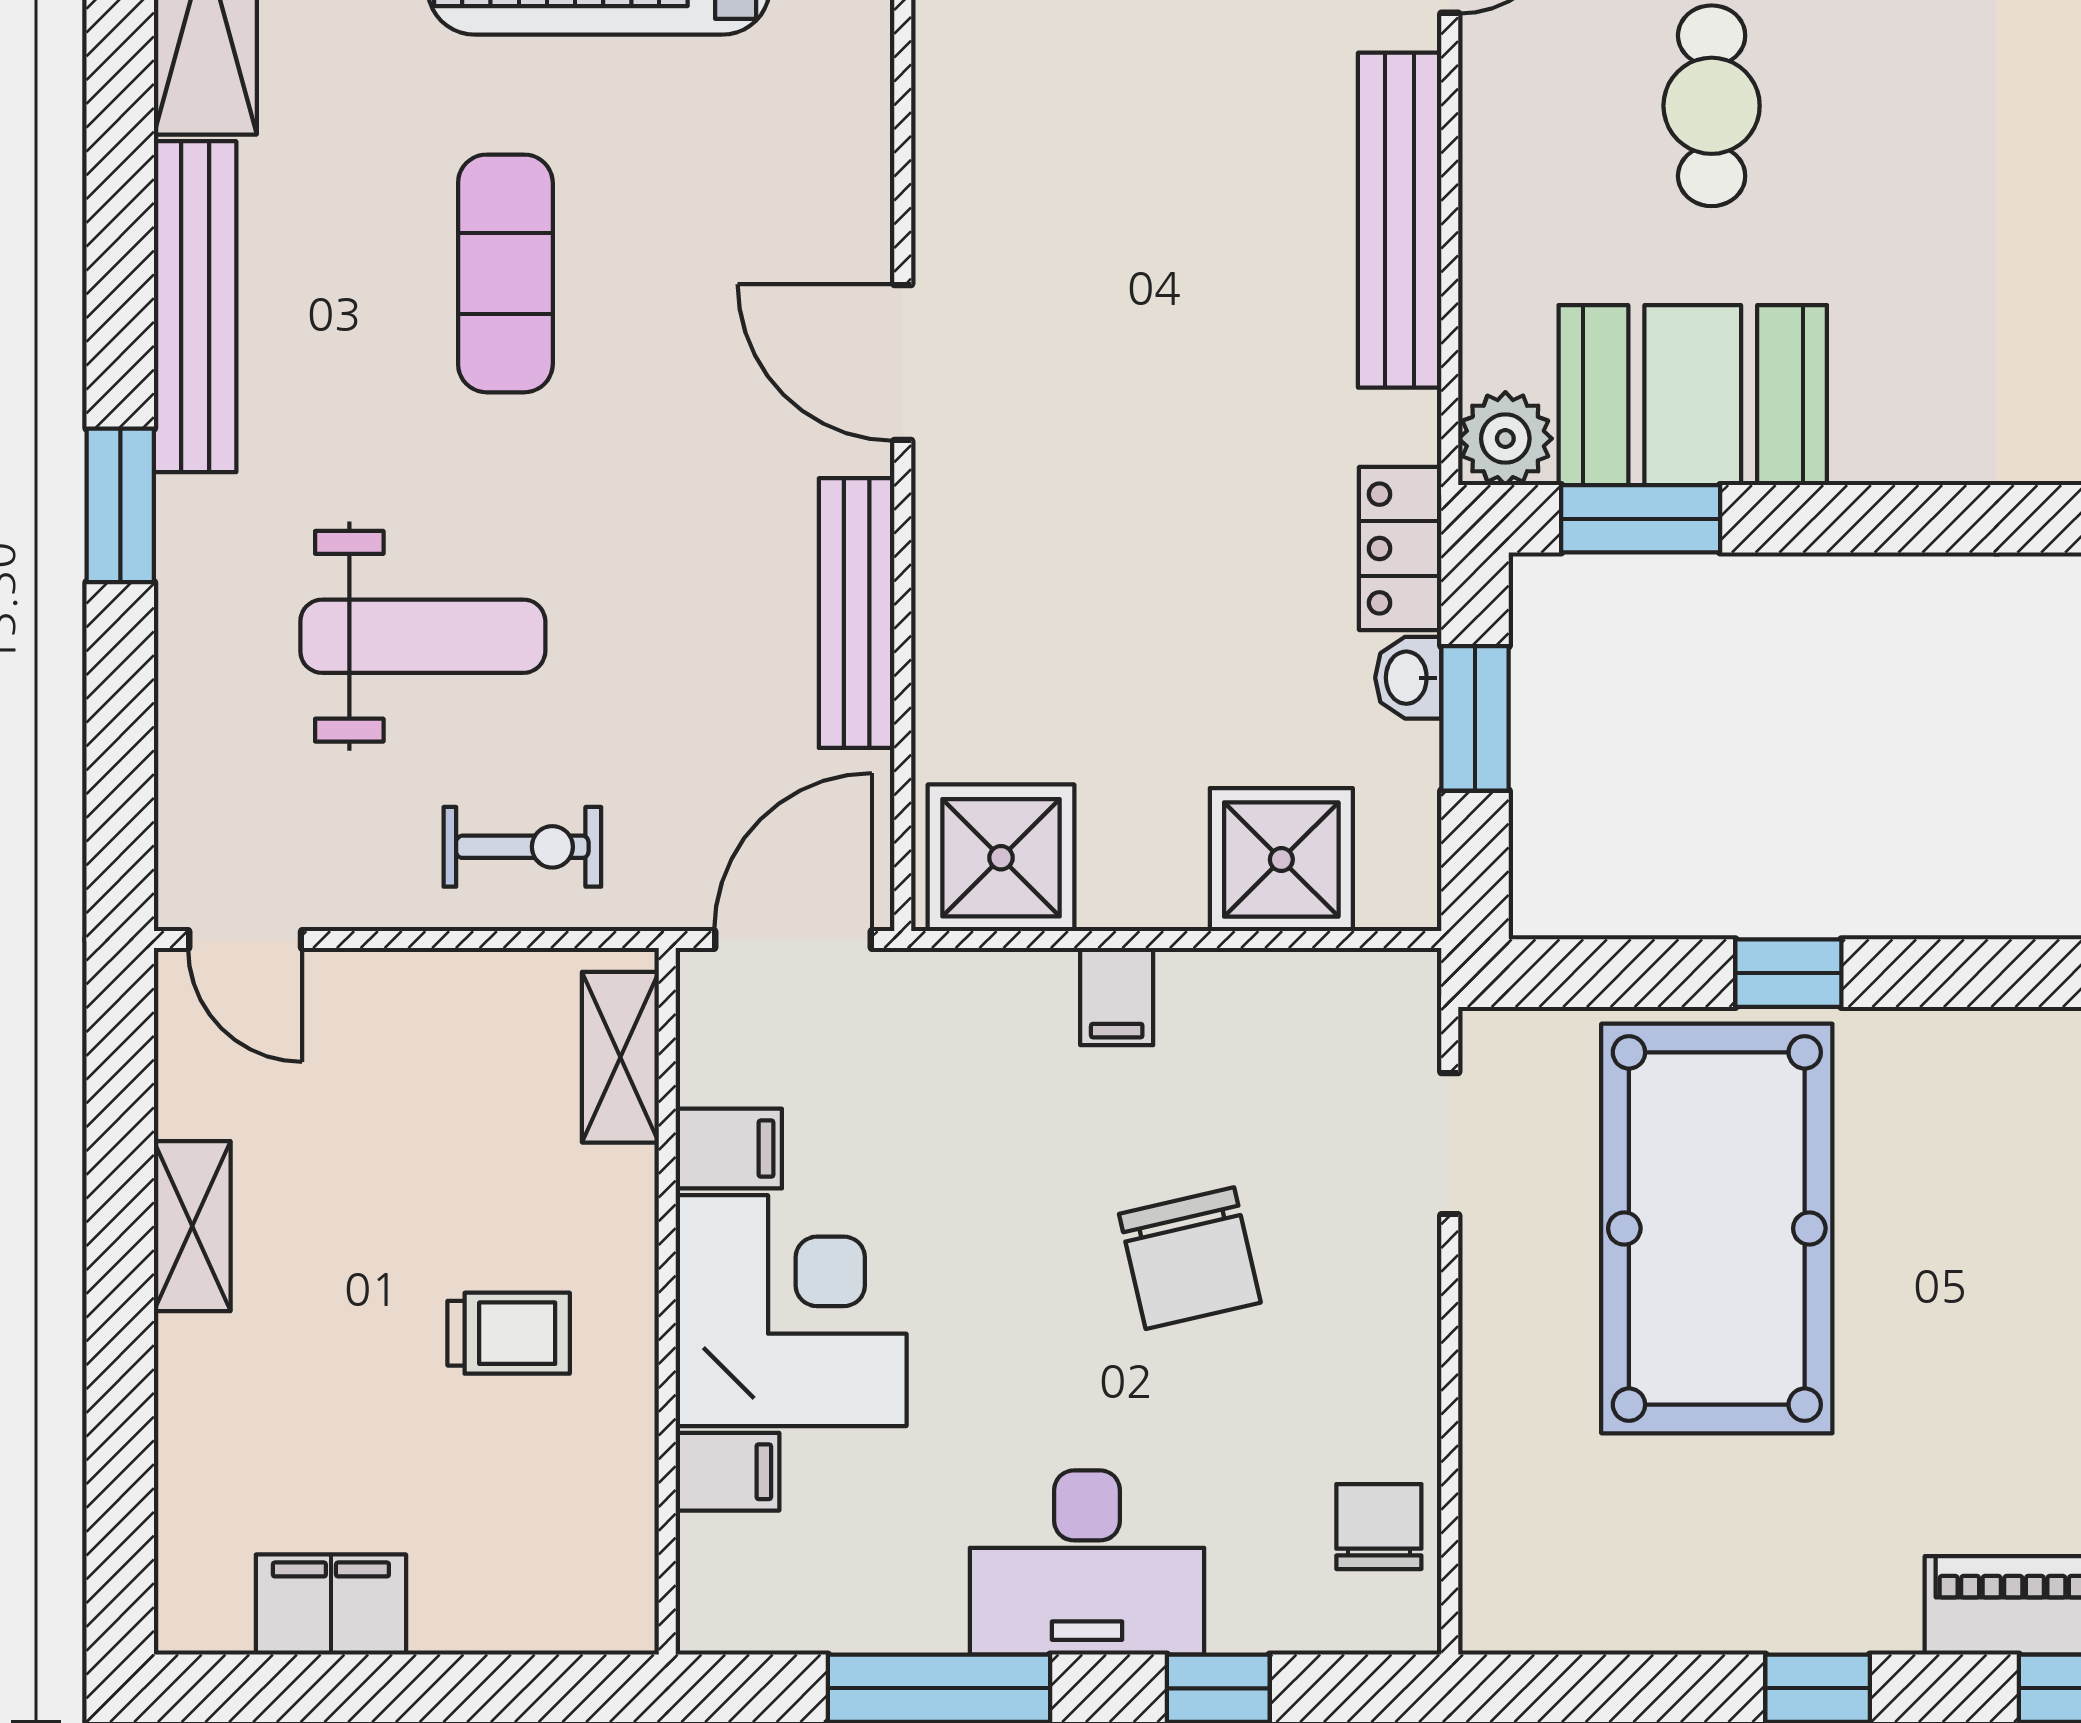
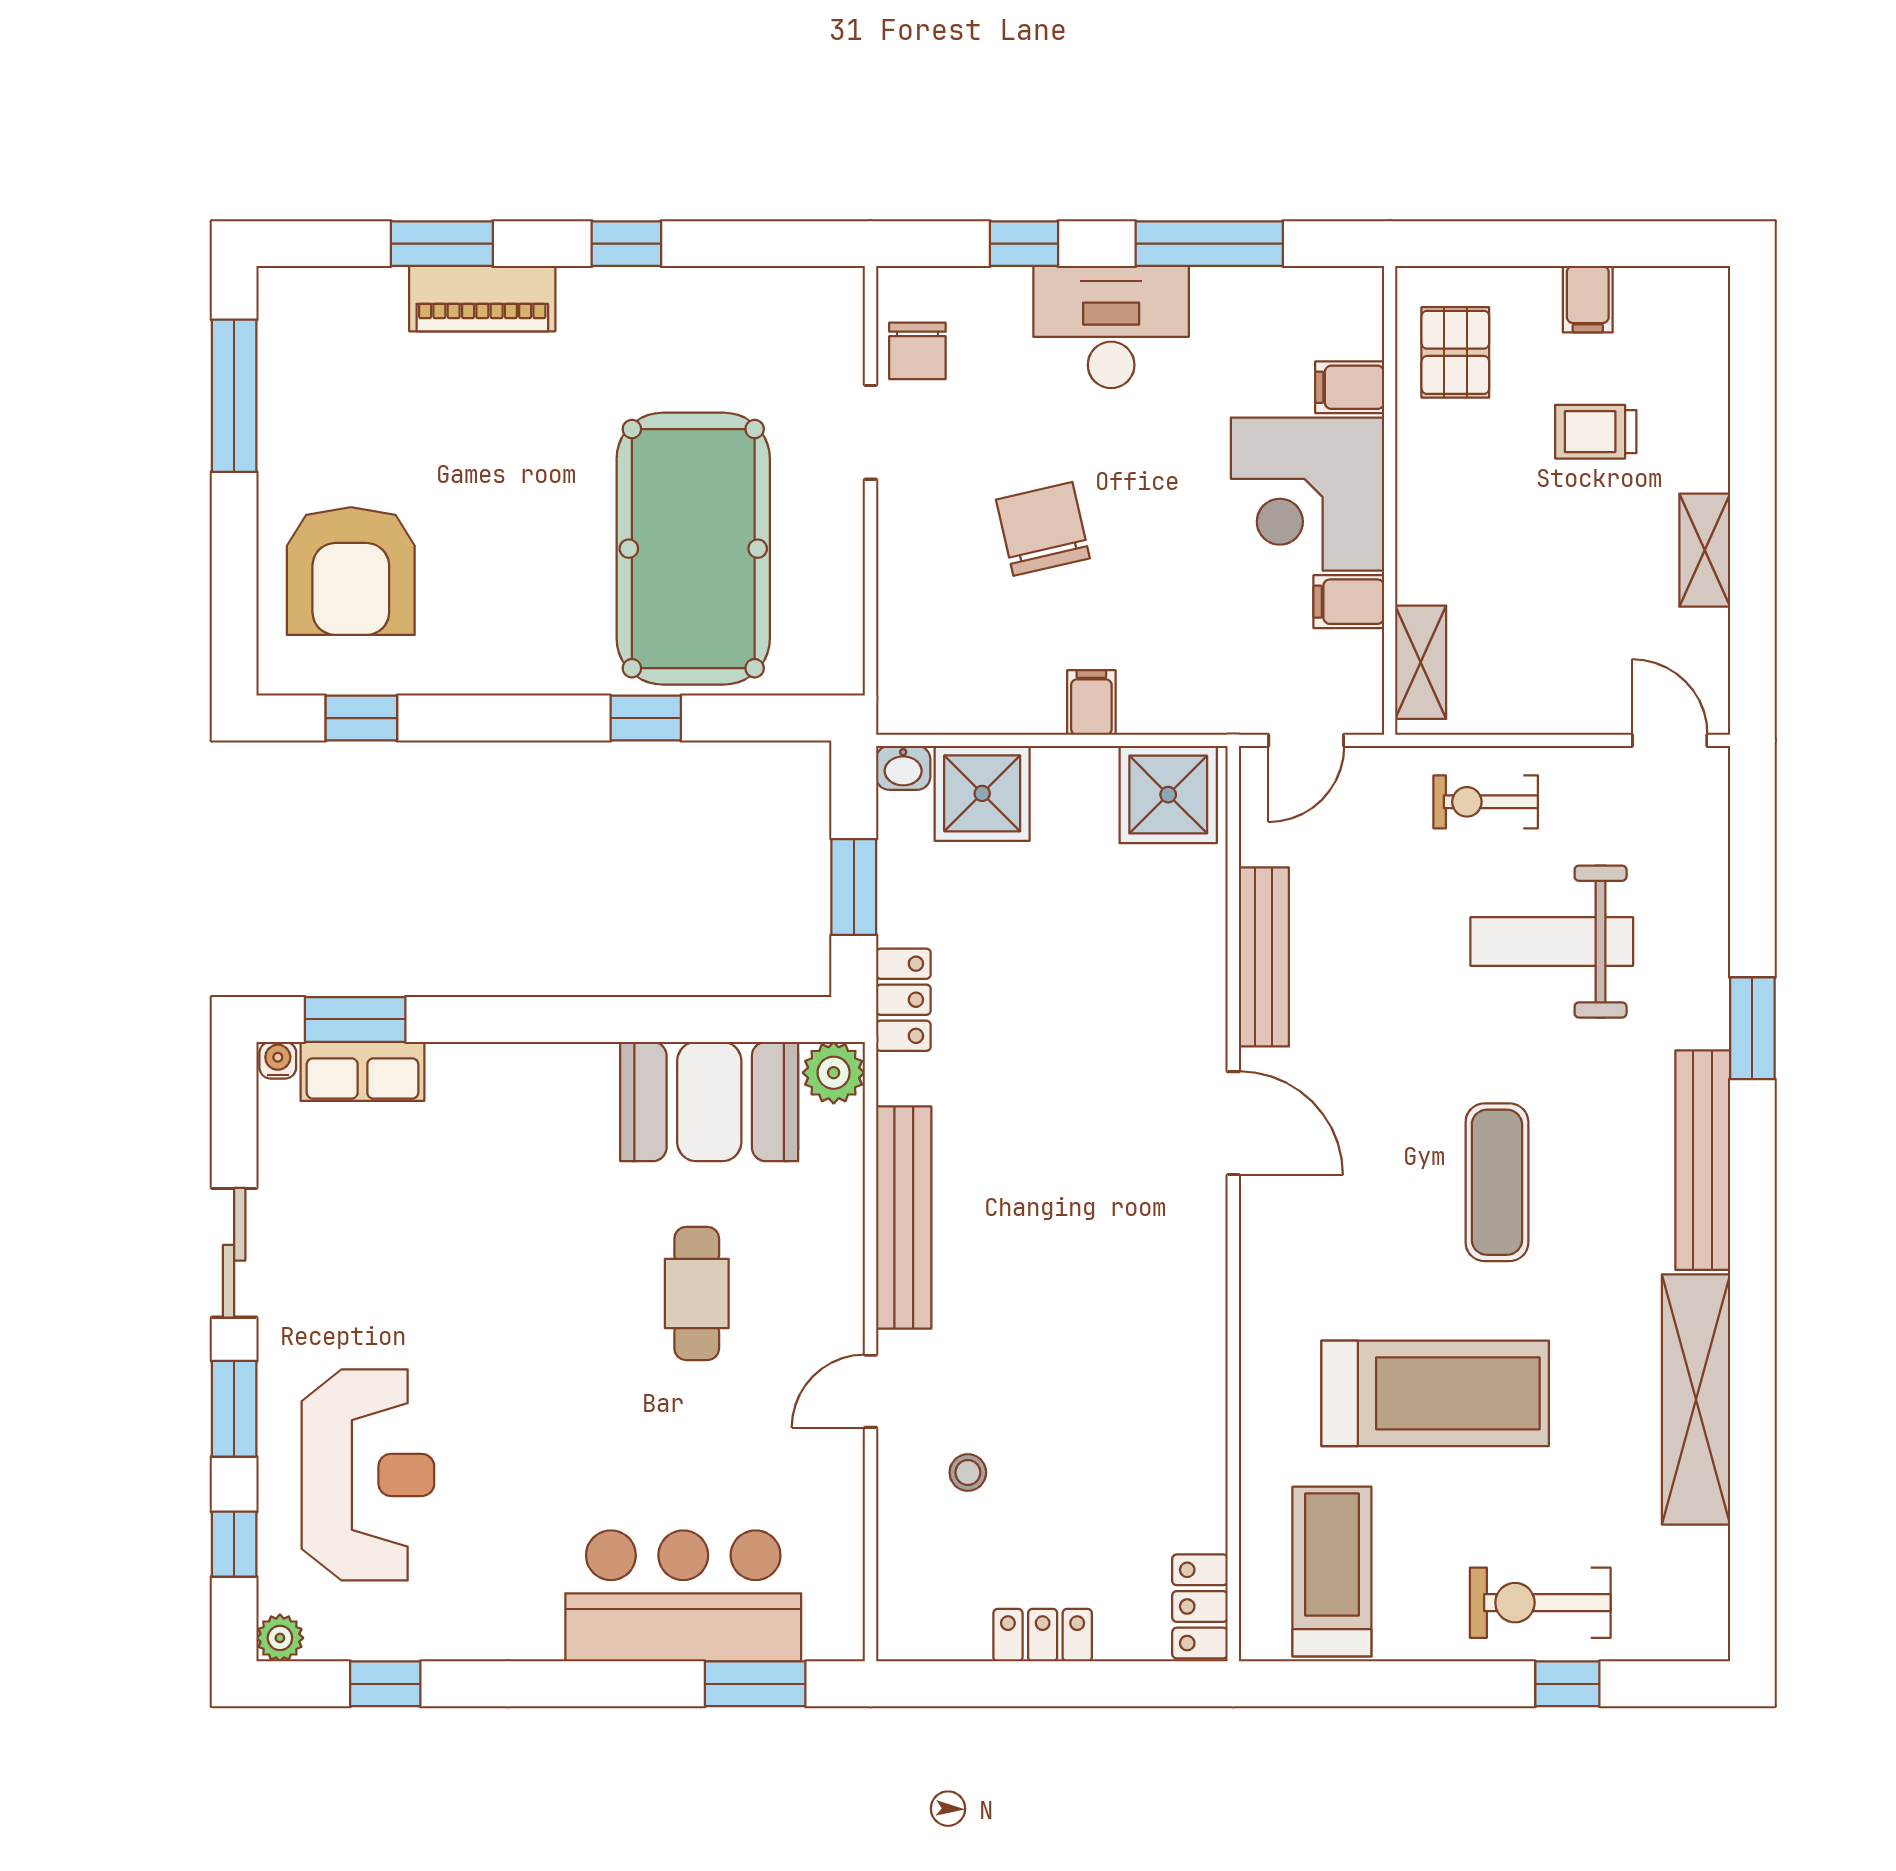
window: (1641, 519) -> (744, 1019), removed
washbasin: (1408, 678) -> (903, 768), moved, turned 90
door: (793, 939) -> (1306, 740), width x0.73
doorway: (1450, 1144) -> (870, 432), moved
trolley: (509, 1333) -> (1596, 432), moved
pallet: (568, 1524) -> (1455, 352), added
filing cabinet: (331, 1605) -> (1588, 299), width x0.50

